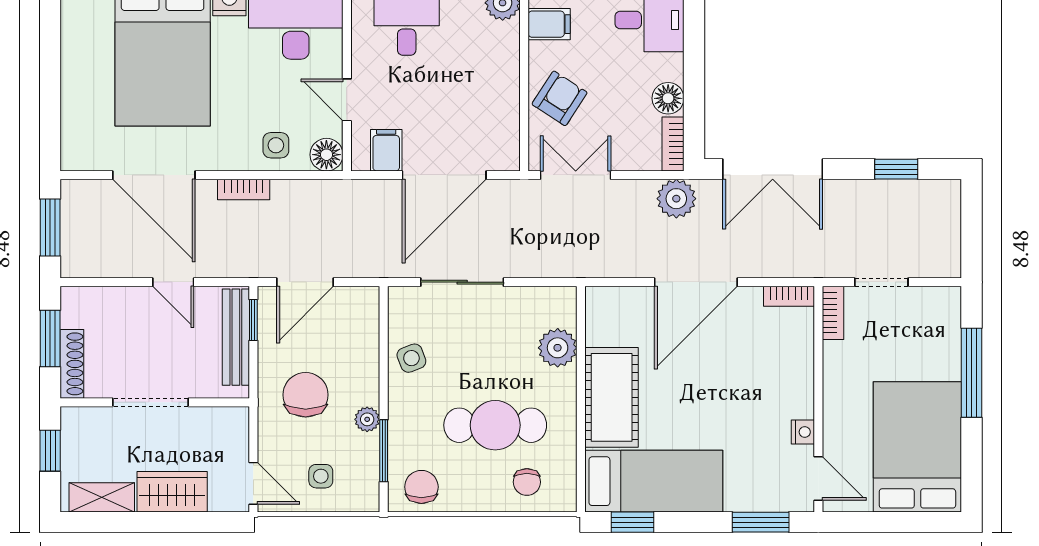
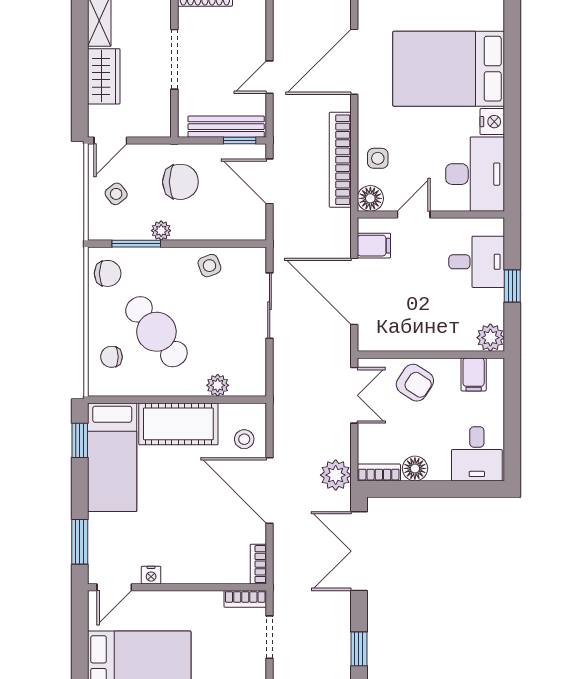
bookcase: (244, 190) -> (340, 160), width x2.31, depth x1.31
stool: (631, 314) -> (244, 439), added
plant: (558, 348) -> (218, 385), width x0.73, depth x0.73
cafe table: (495, 425) -> (156, 332), turned -38
side table: (321, 476) -> (116, 194), turned -38

